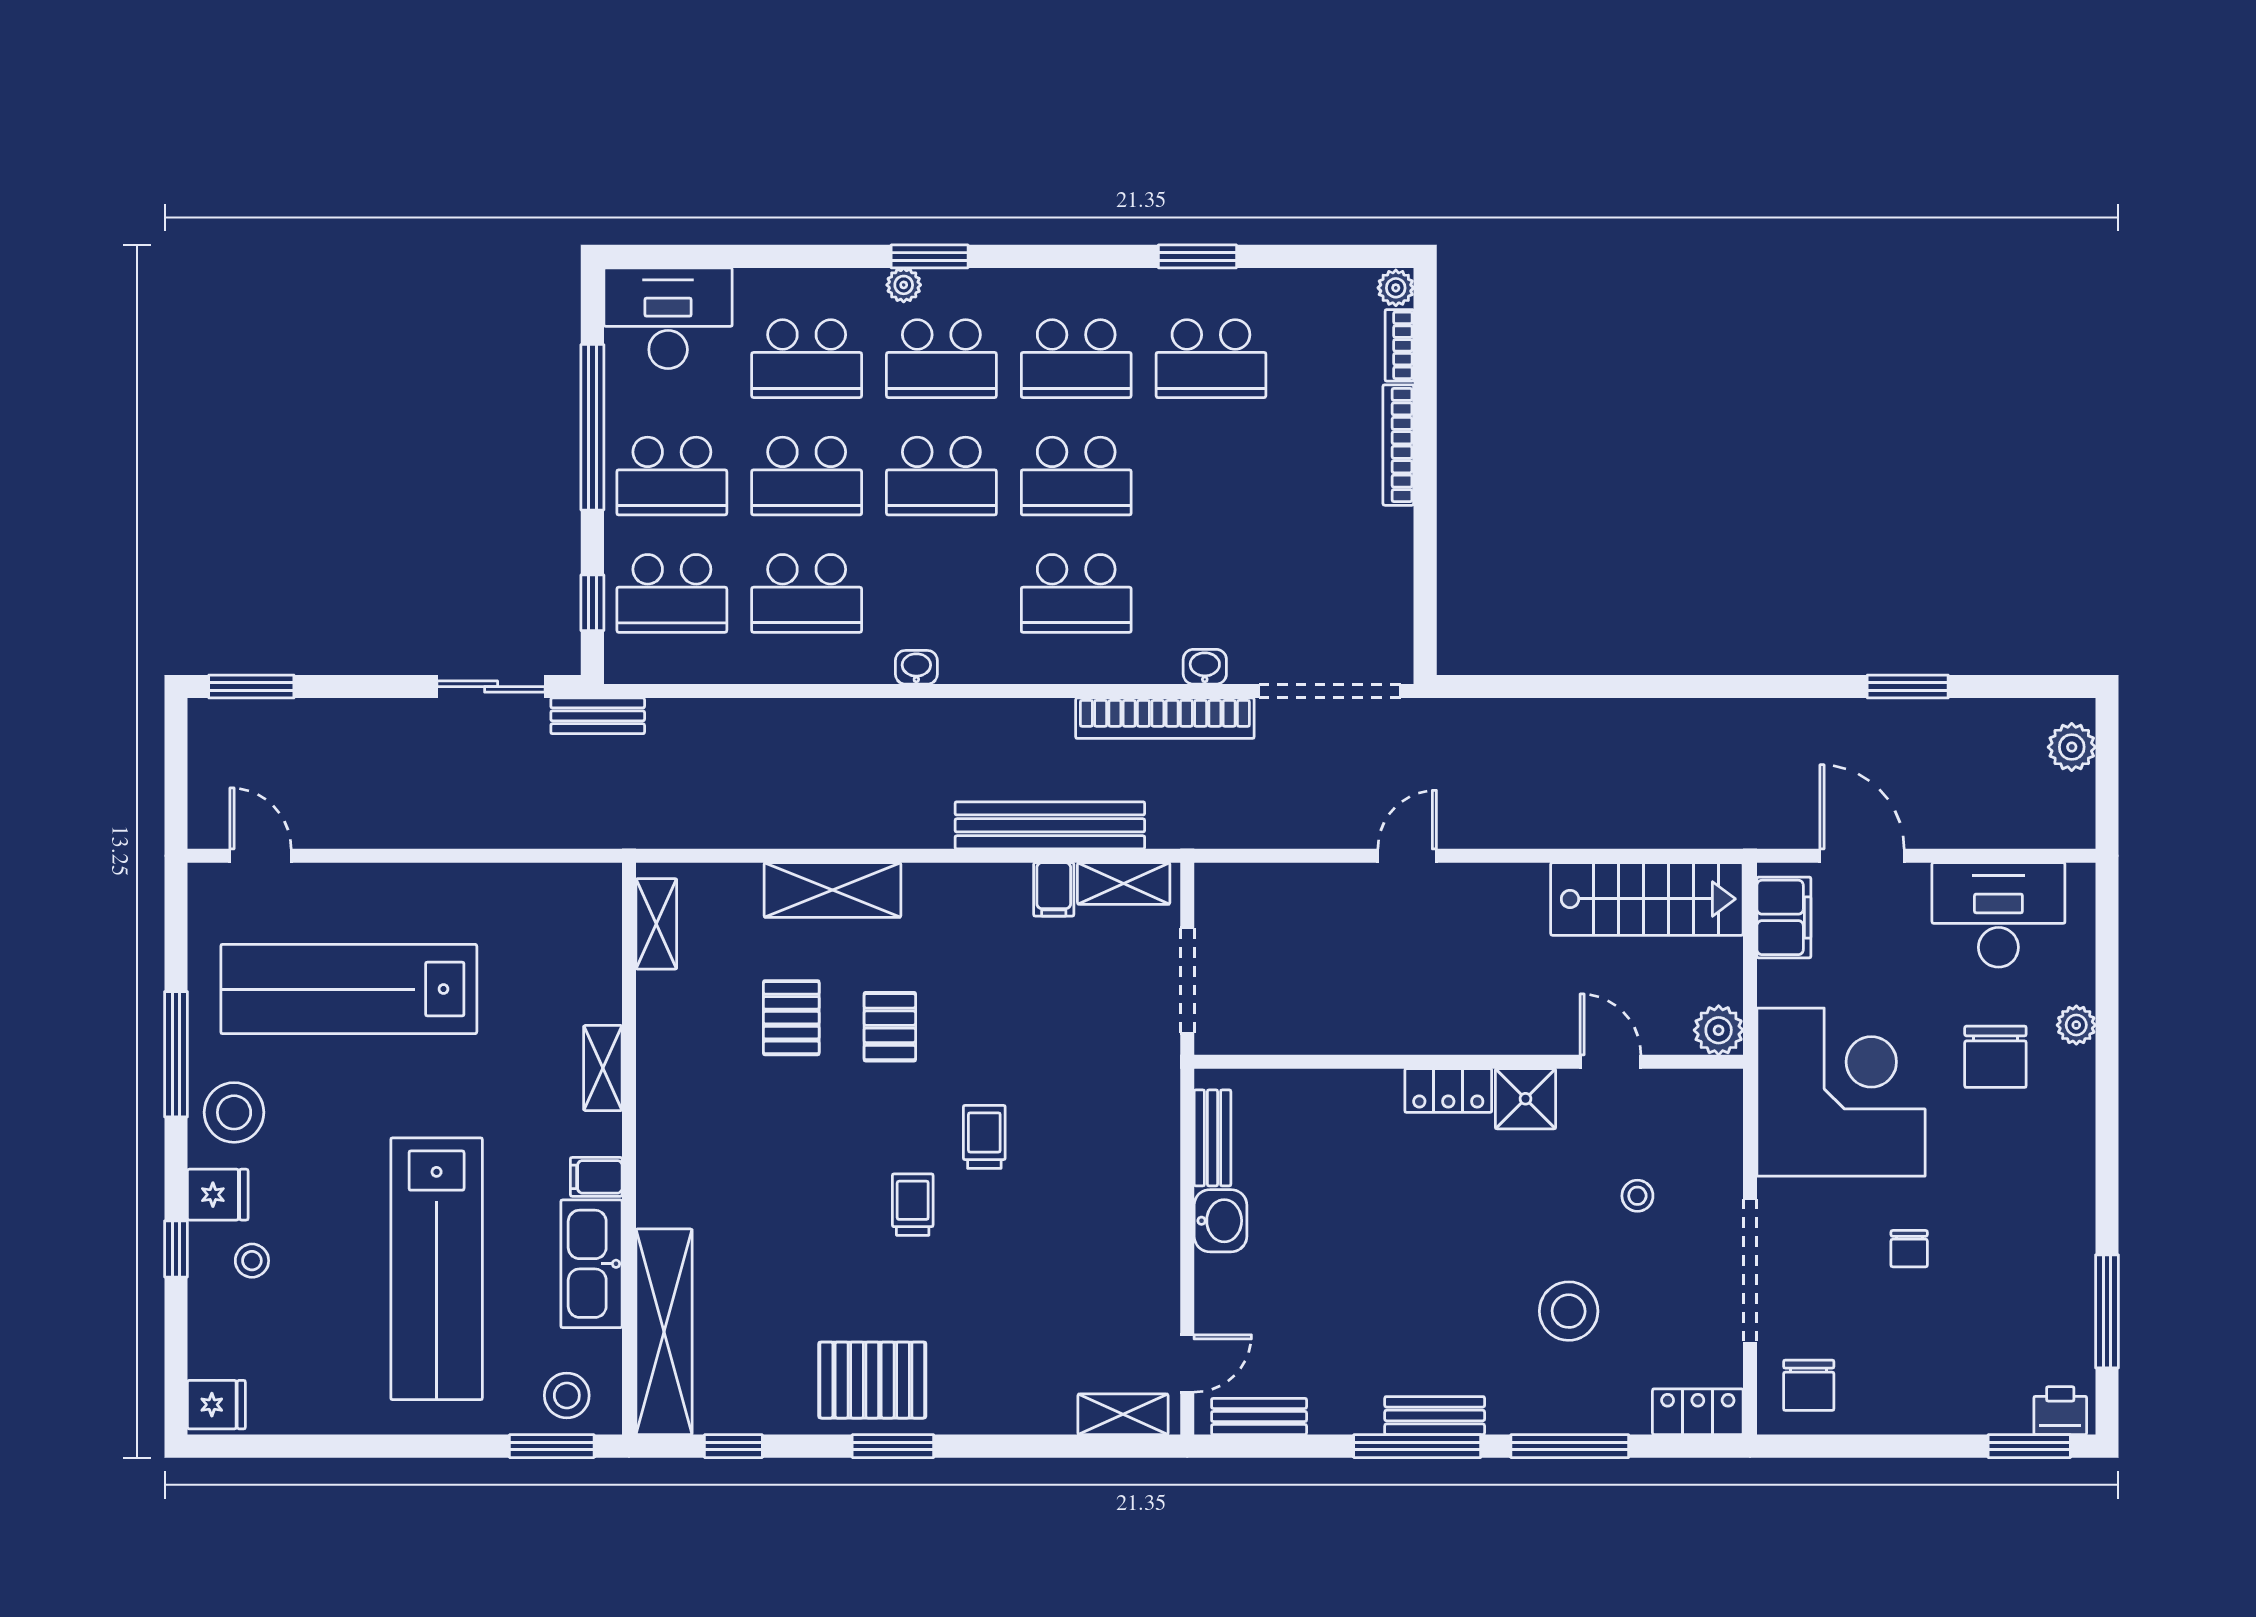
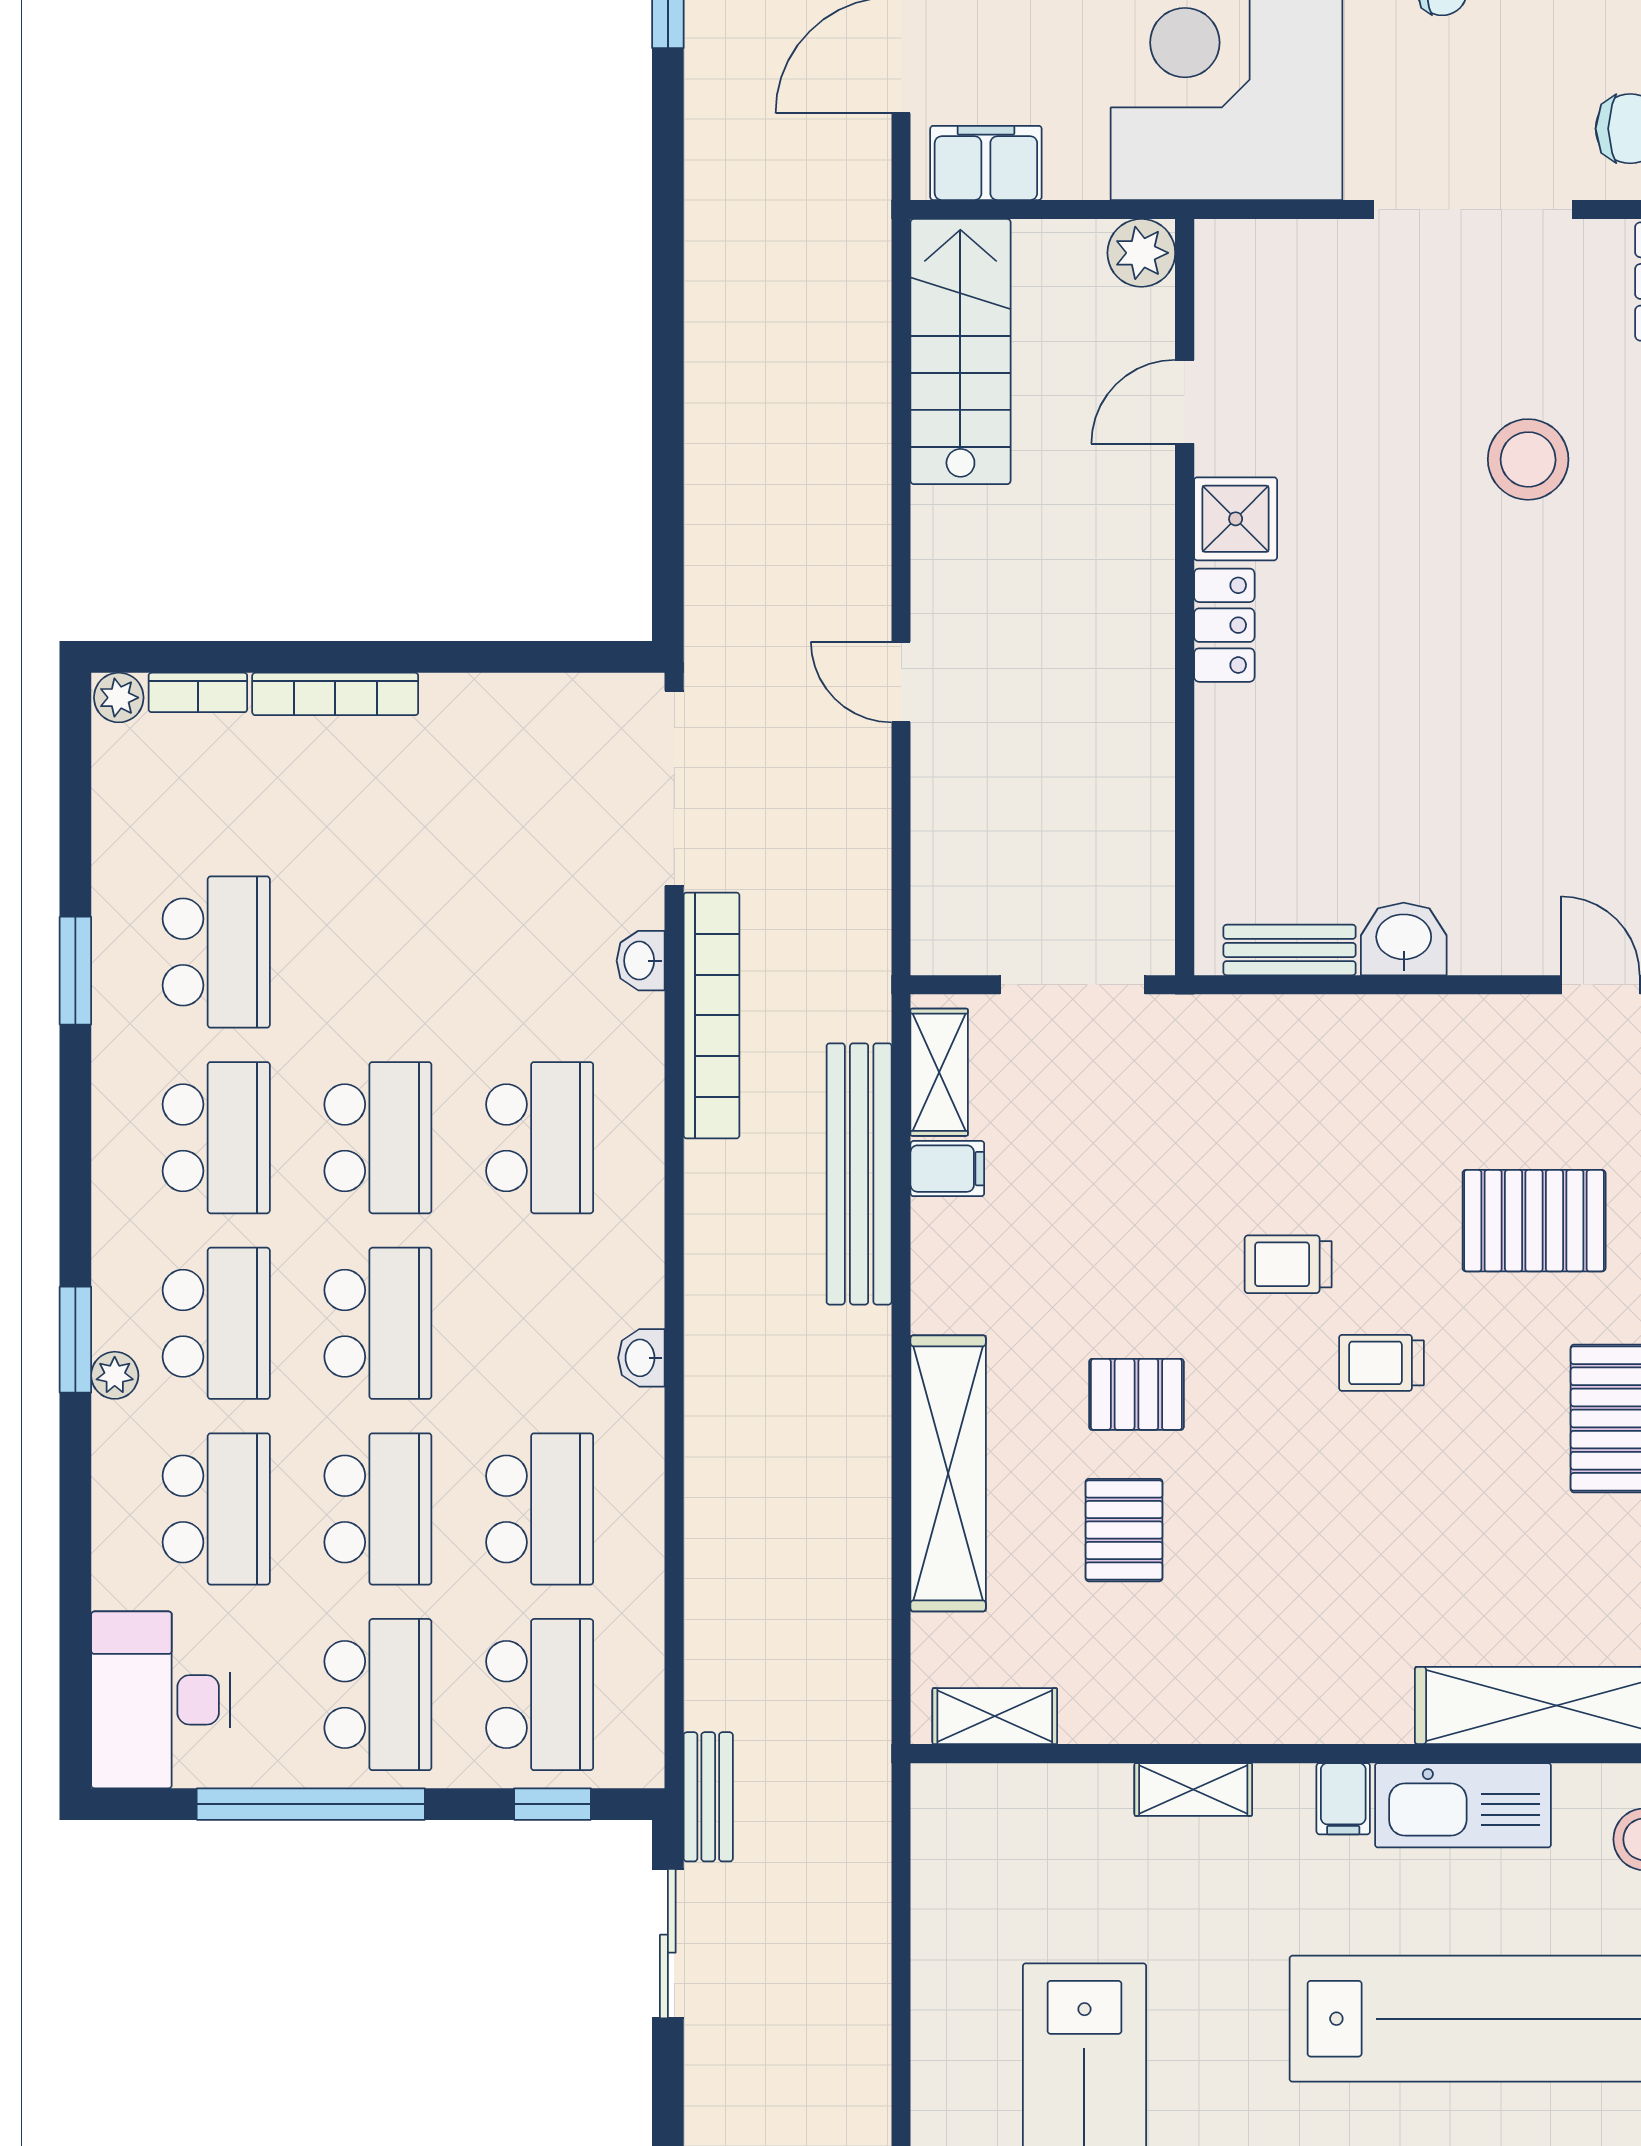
shelving: (832, 890) -> (948, 1473), width x1.47
pallet: (791, 1018) -> (1124, 1530), turned 90
stool: (1637, 1196) -> (1369, 365), removed
pallet: (1016, 1315) -> (1534, 1221), added

